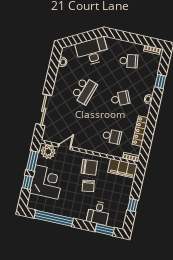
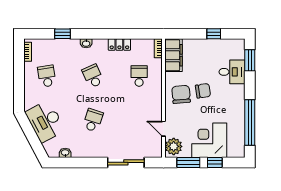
school desk: (84, 91) -> (93, 120), width x0.54
locker: (140, 131) -> (119, 45), width x0.66

